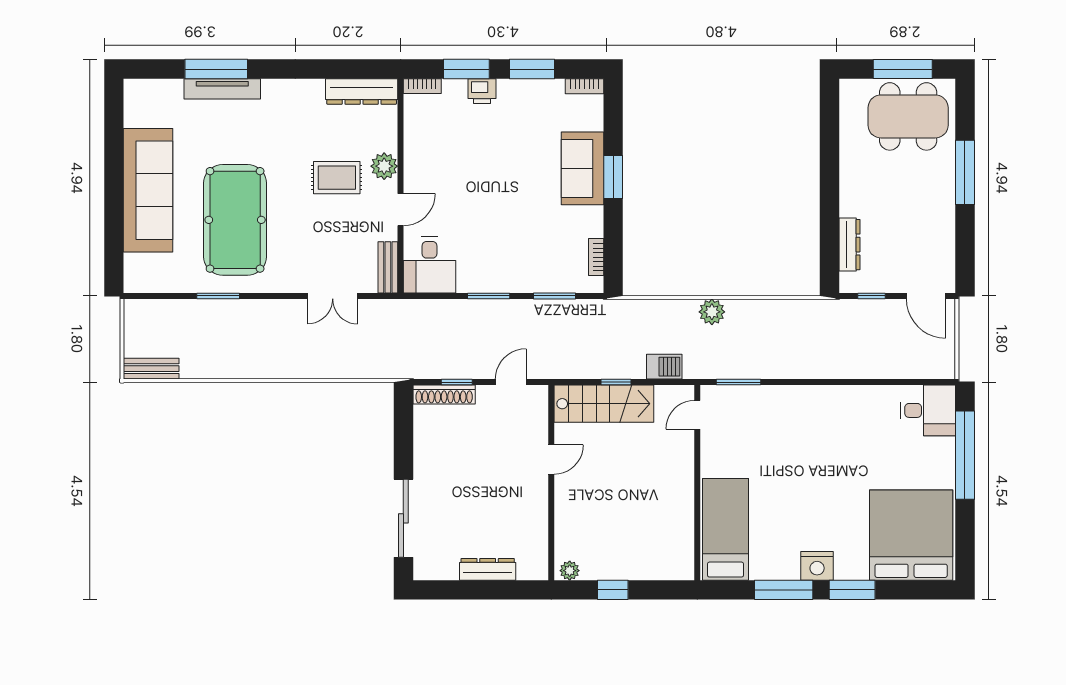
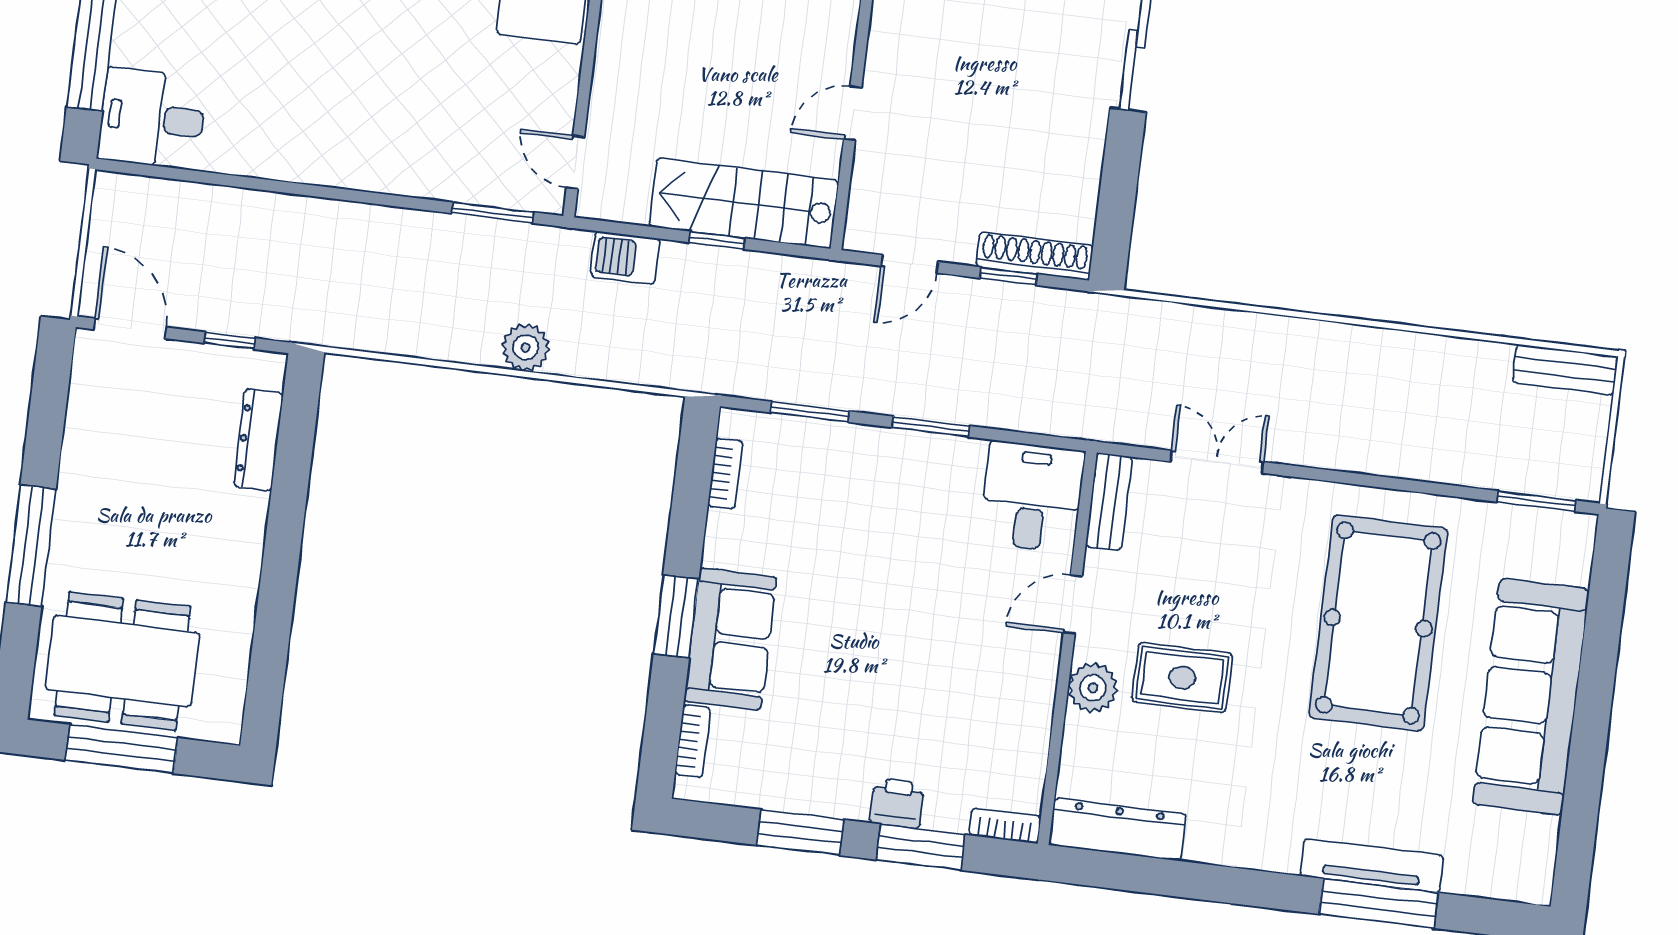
bookcase: (585, 86) -> (693, 741), moved, turned 90
window: (218, 296) -> (1537, 501), moved
door: (697, 415) -> (575, 162), swing flipped

